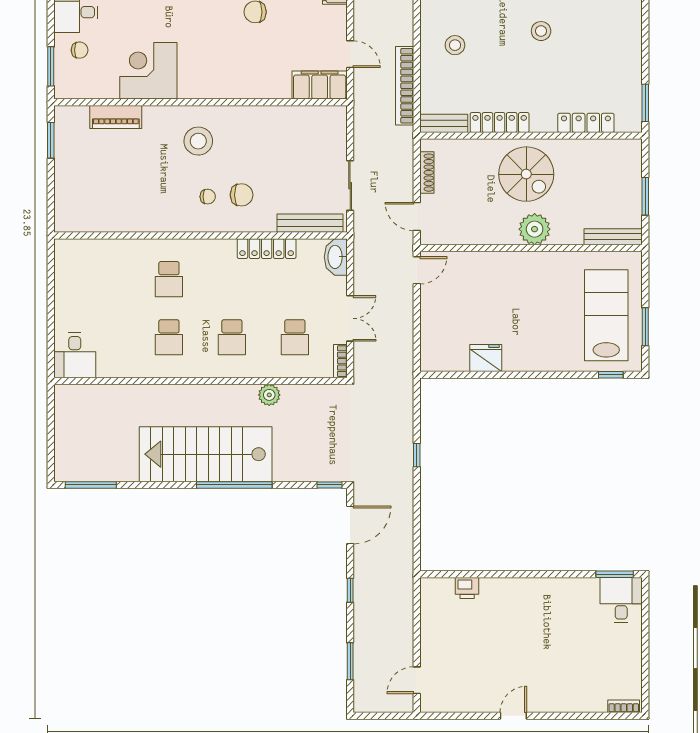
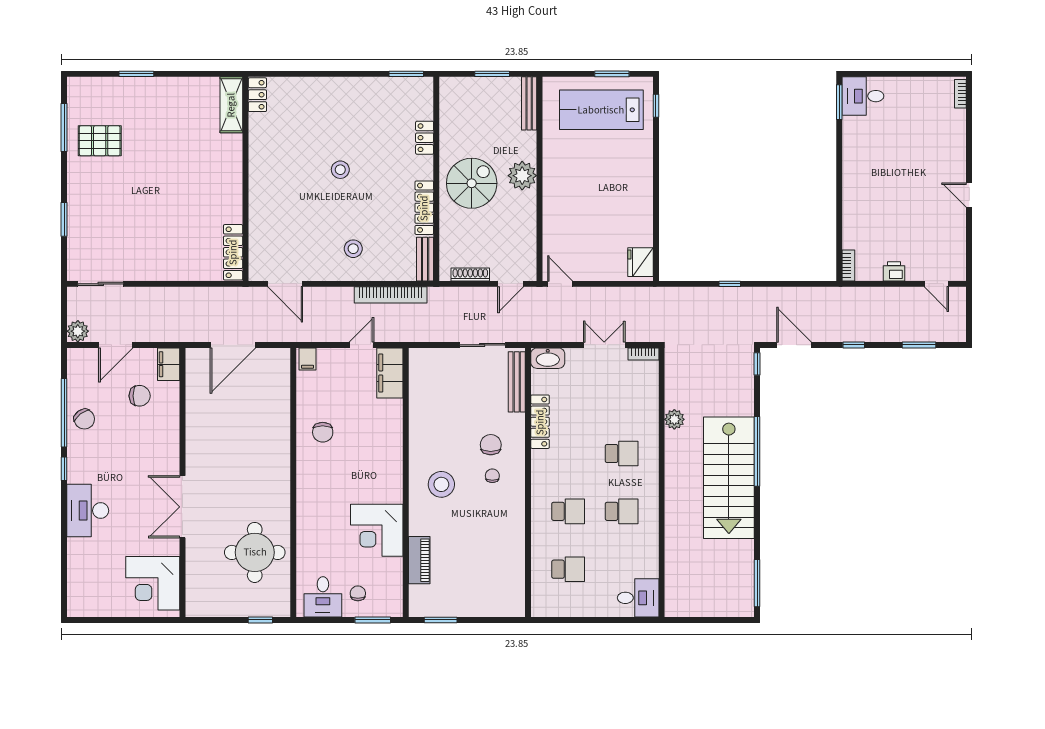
locker: (586, 123) -> (425, 138), width x0.66
school desk: (295, 337) -> (568, 569), moved
fridge: (486, 358) -> (640, 262), moved
bookcase: (437, 584) -> (848, 265), added
printer: (467, 588) -> (894, 271), moved, turned -90

